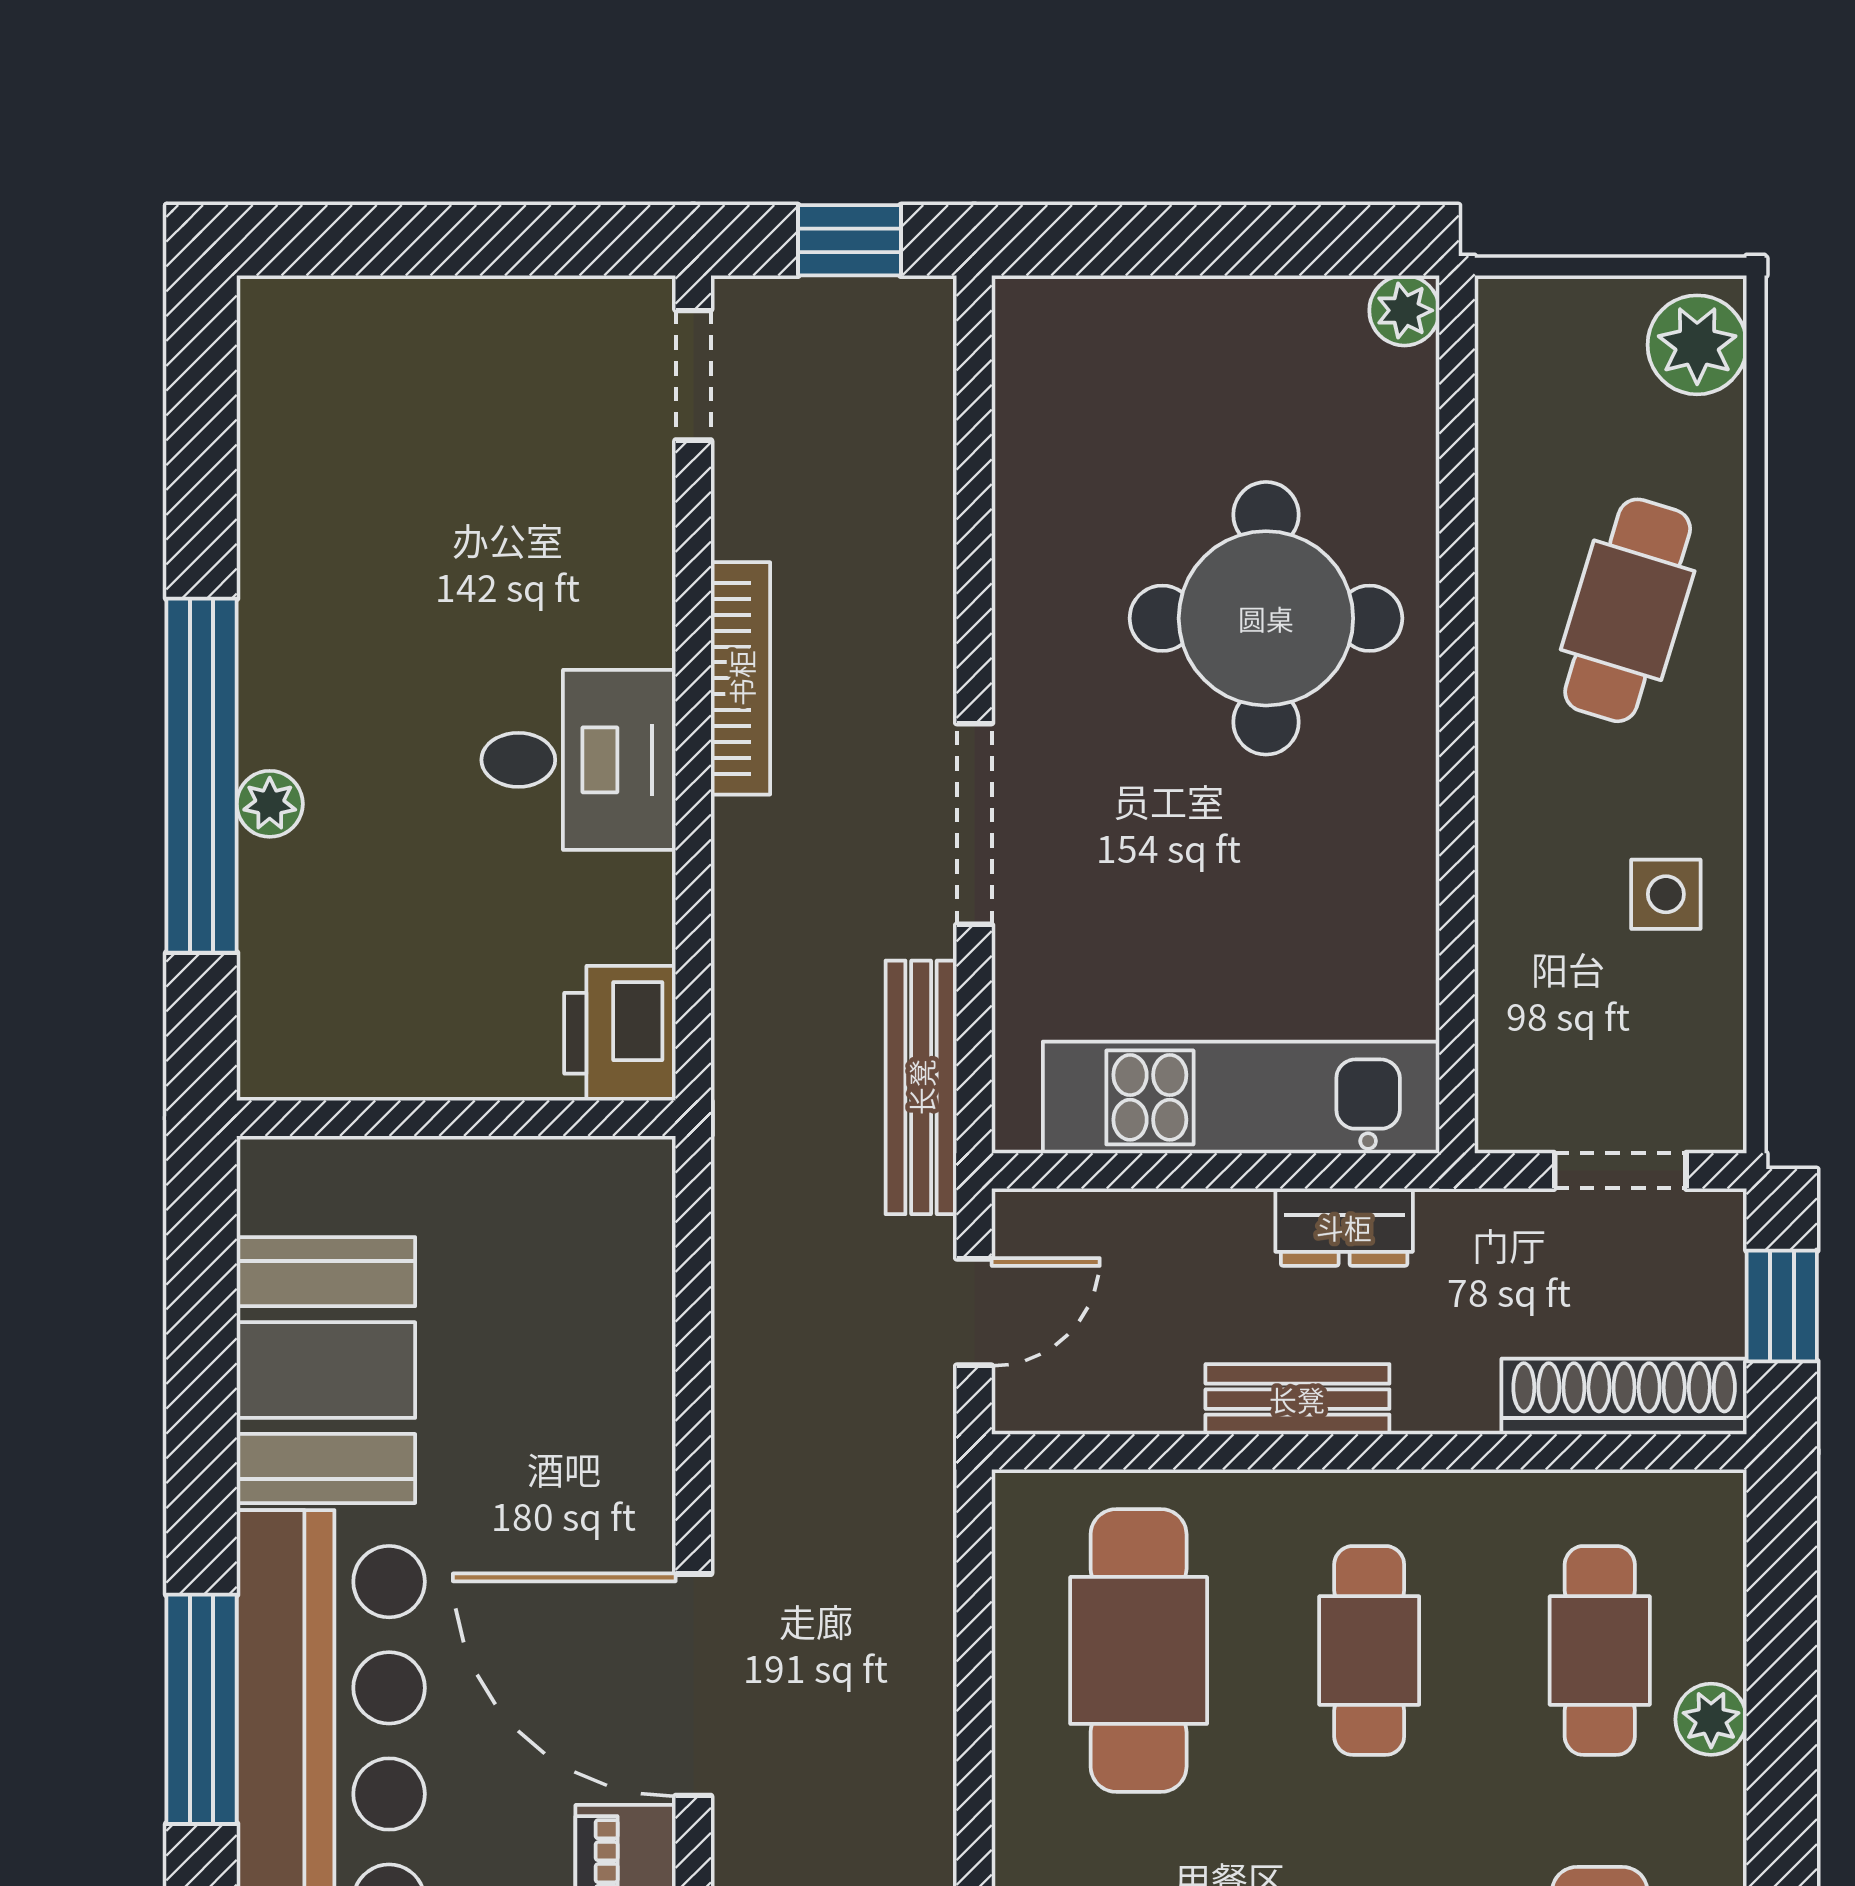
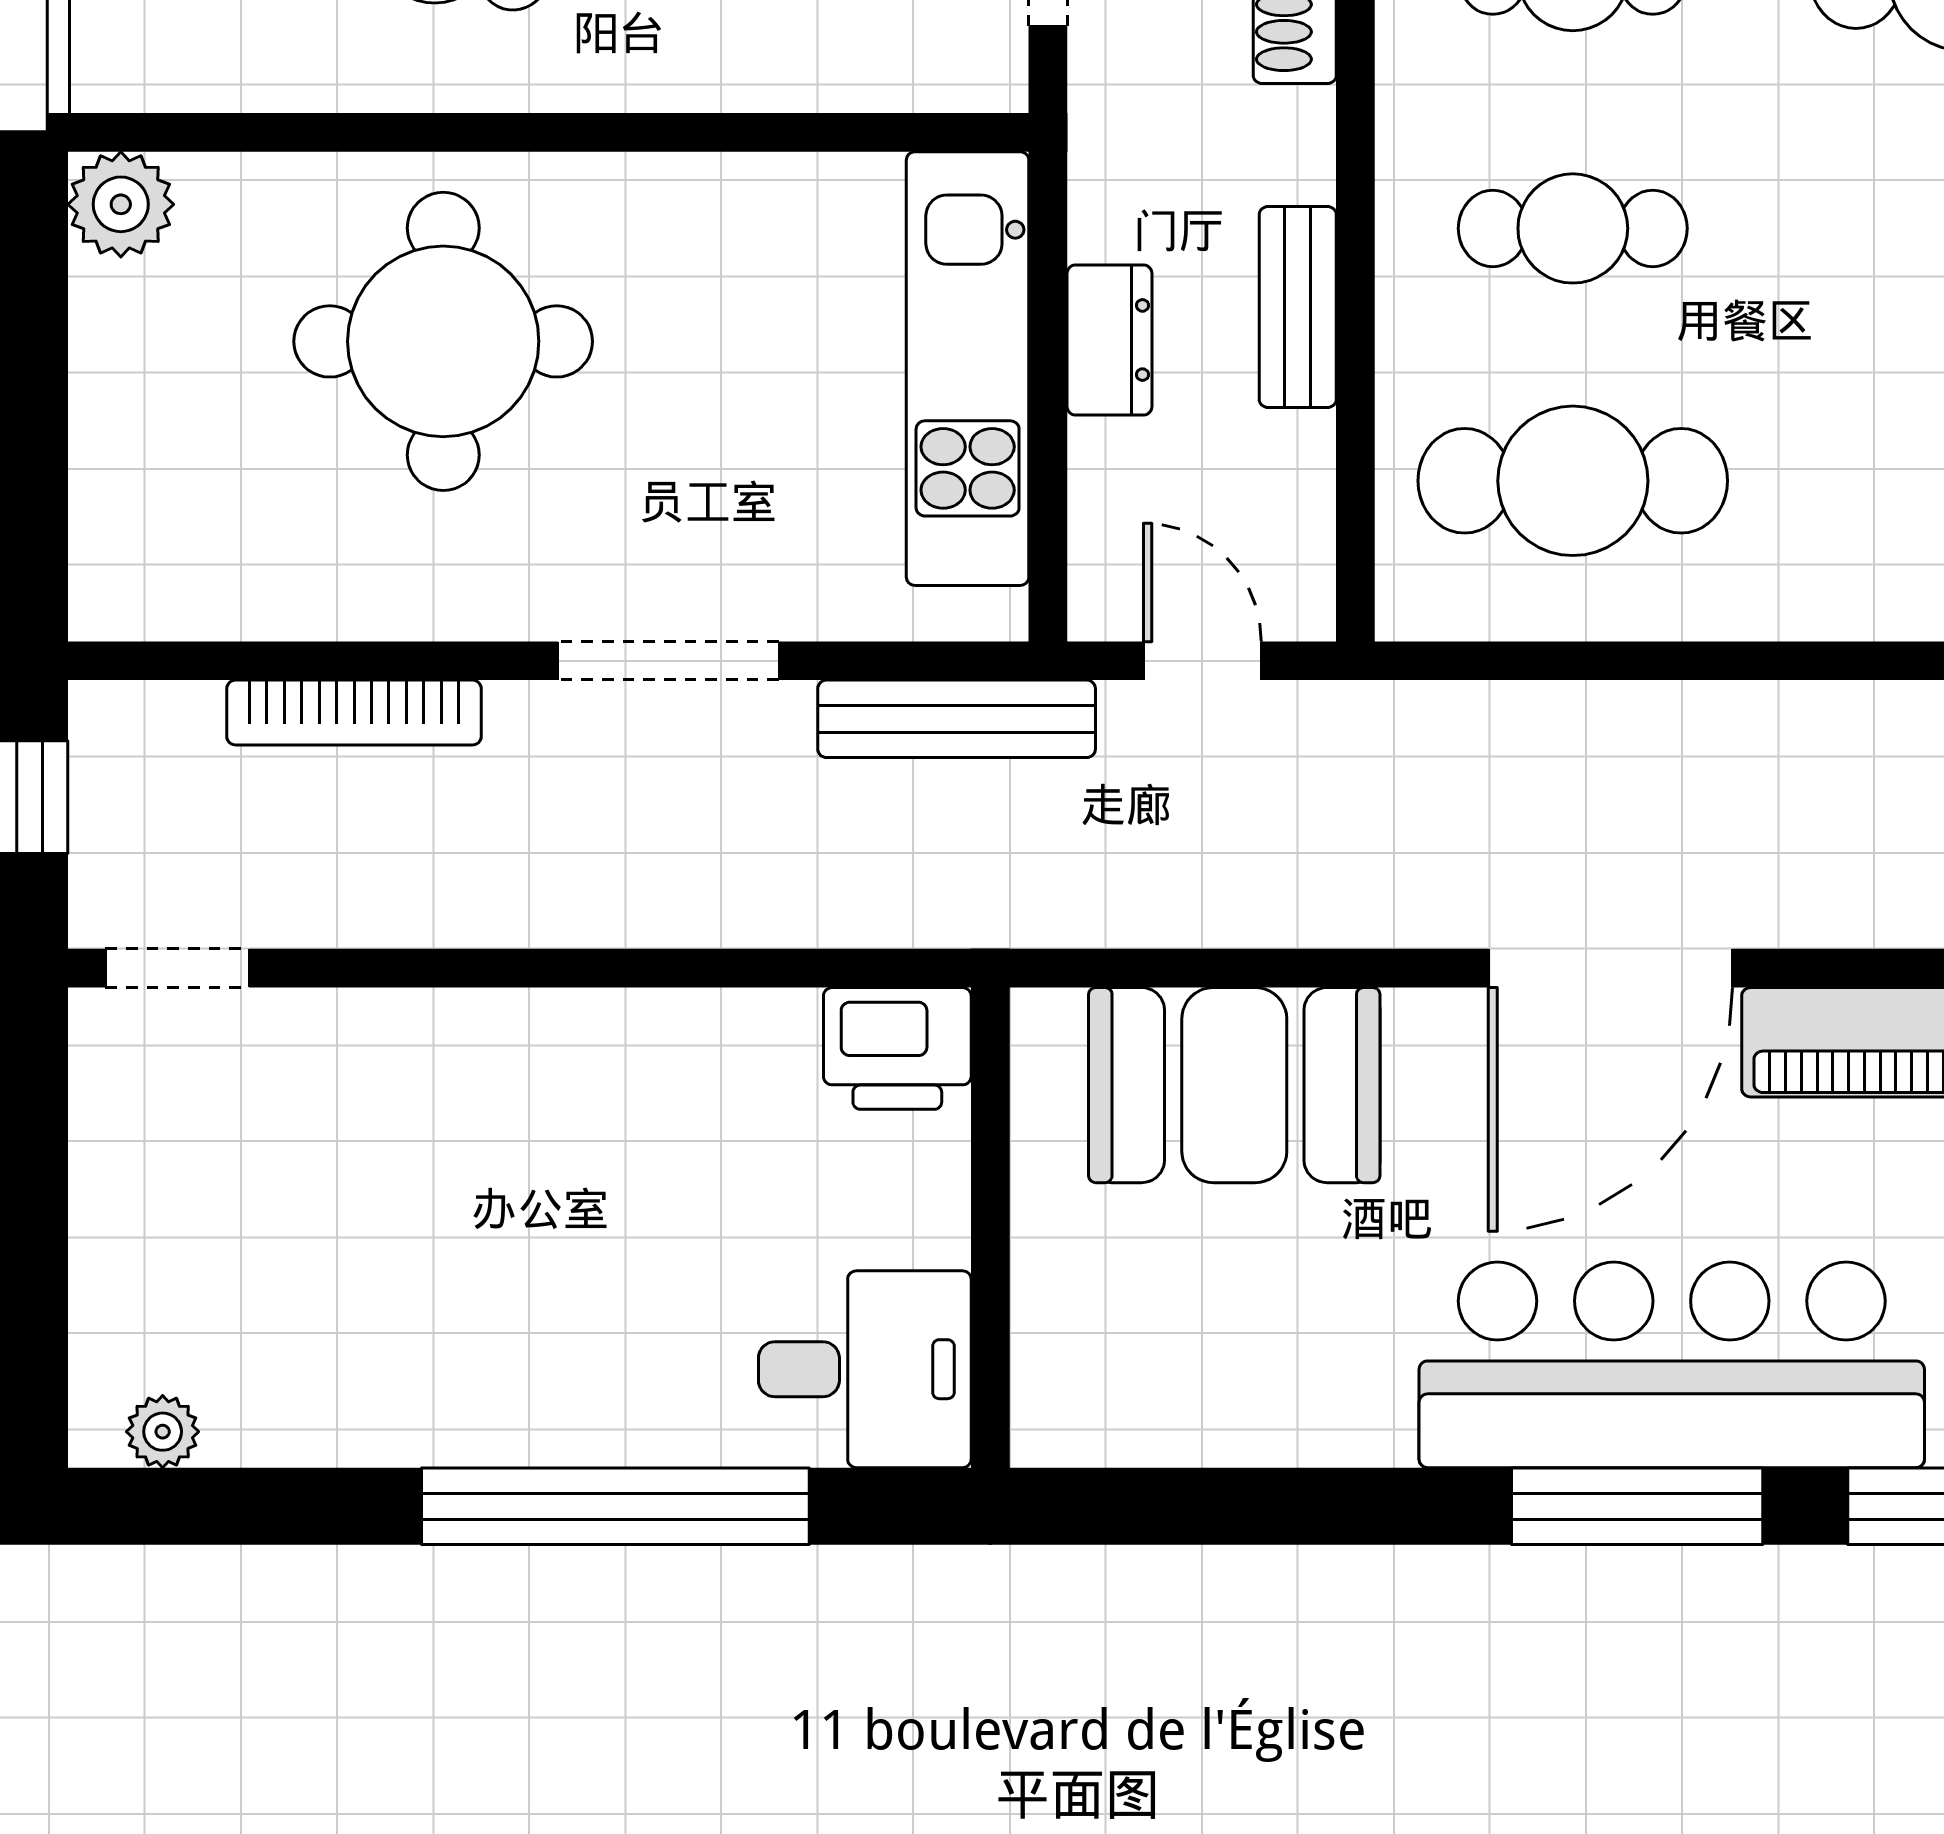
plant: (1404, 310) -> (121, 204), width x1.38, depth x1.38
bookcase: (741, 678) -> (354, 713), moved, turned 180
desk: (579, 760) -> (865, 1369), moved, turned 90
plant: (270, 804) -> (163, 1432), moved
dresser: (1344, 1227) -> (1109, 340), moved
booth: (326, 1370) -> (1234, 1085), moved

